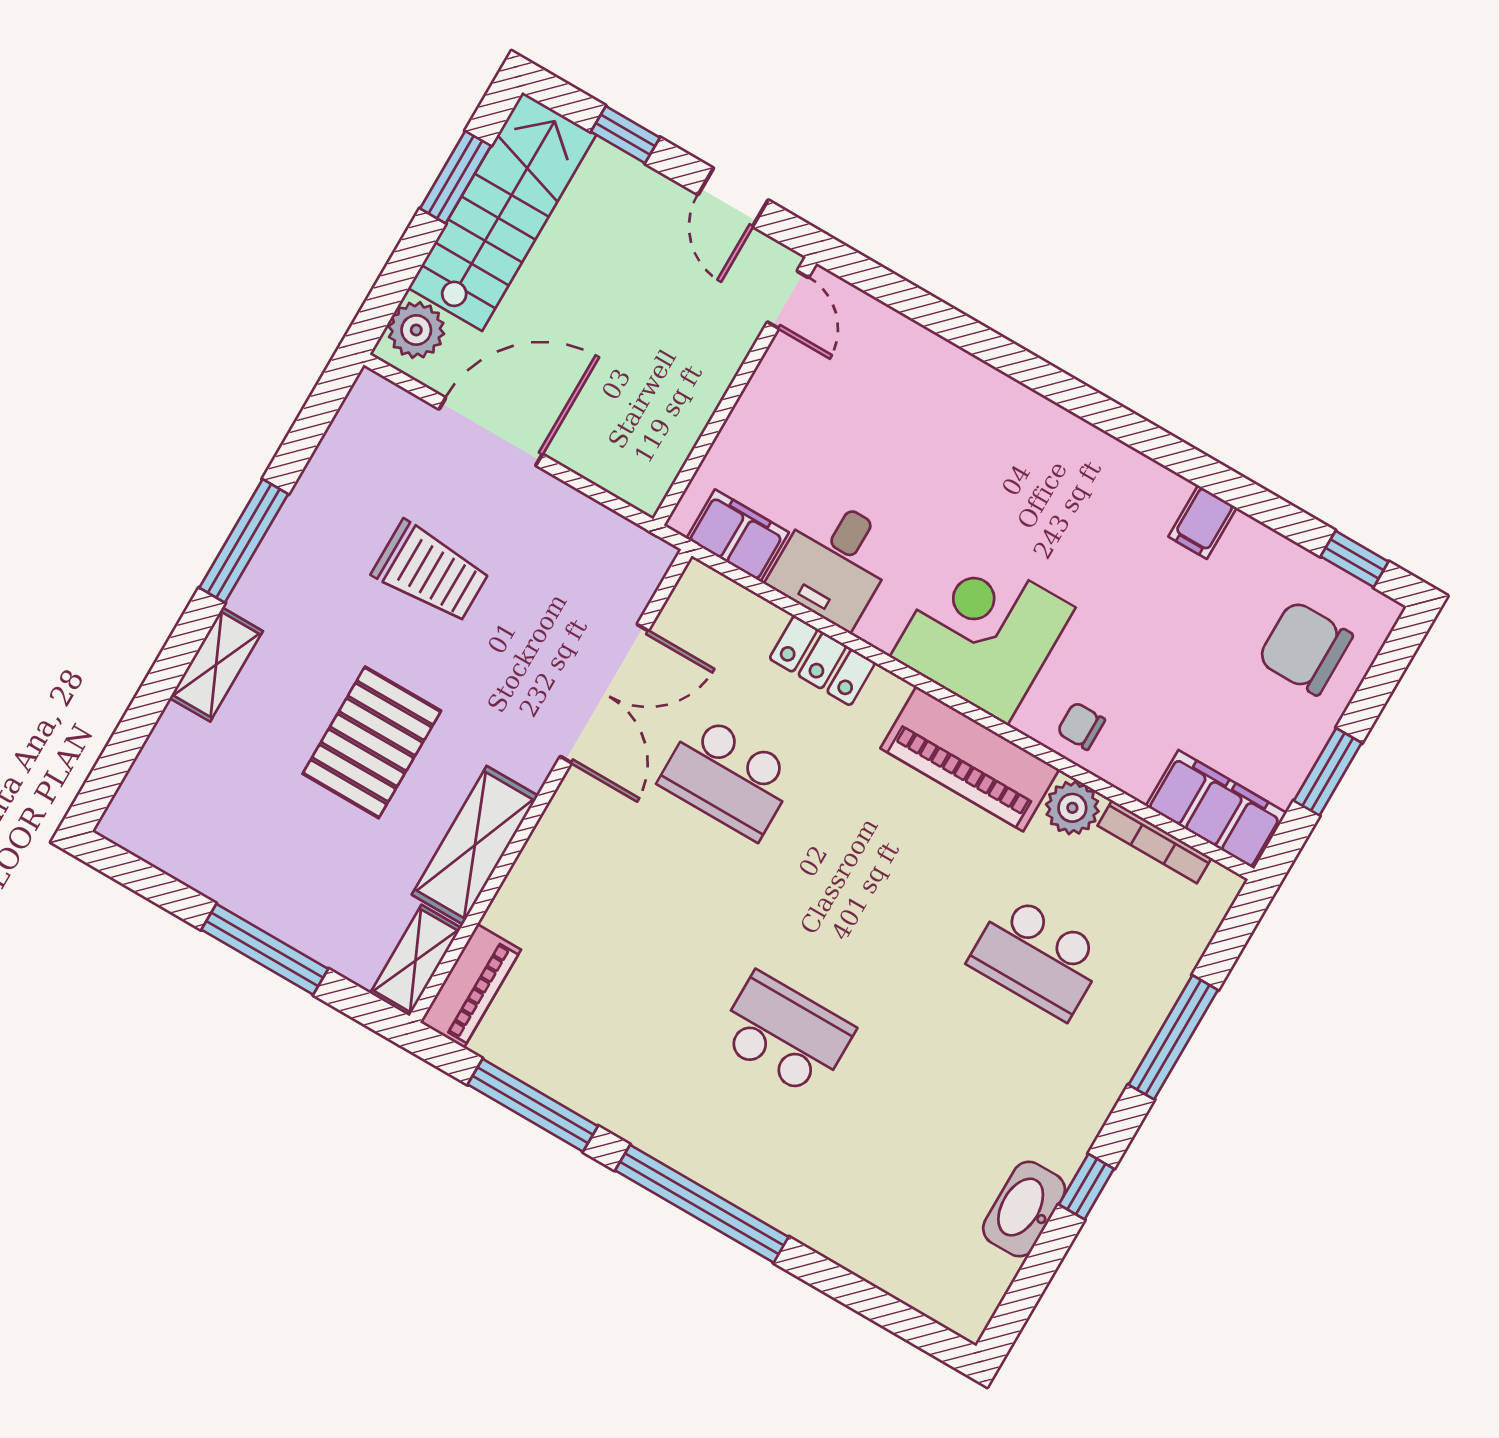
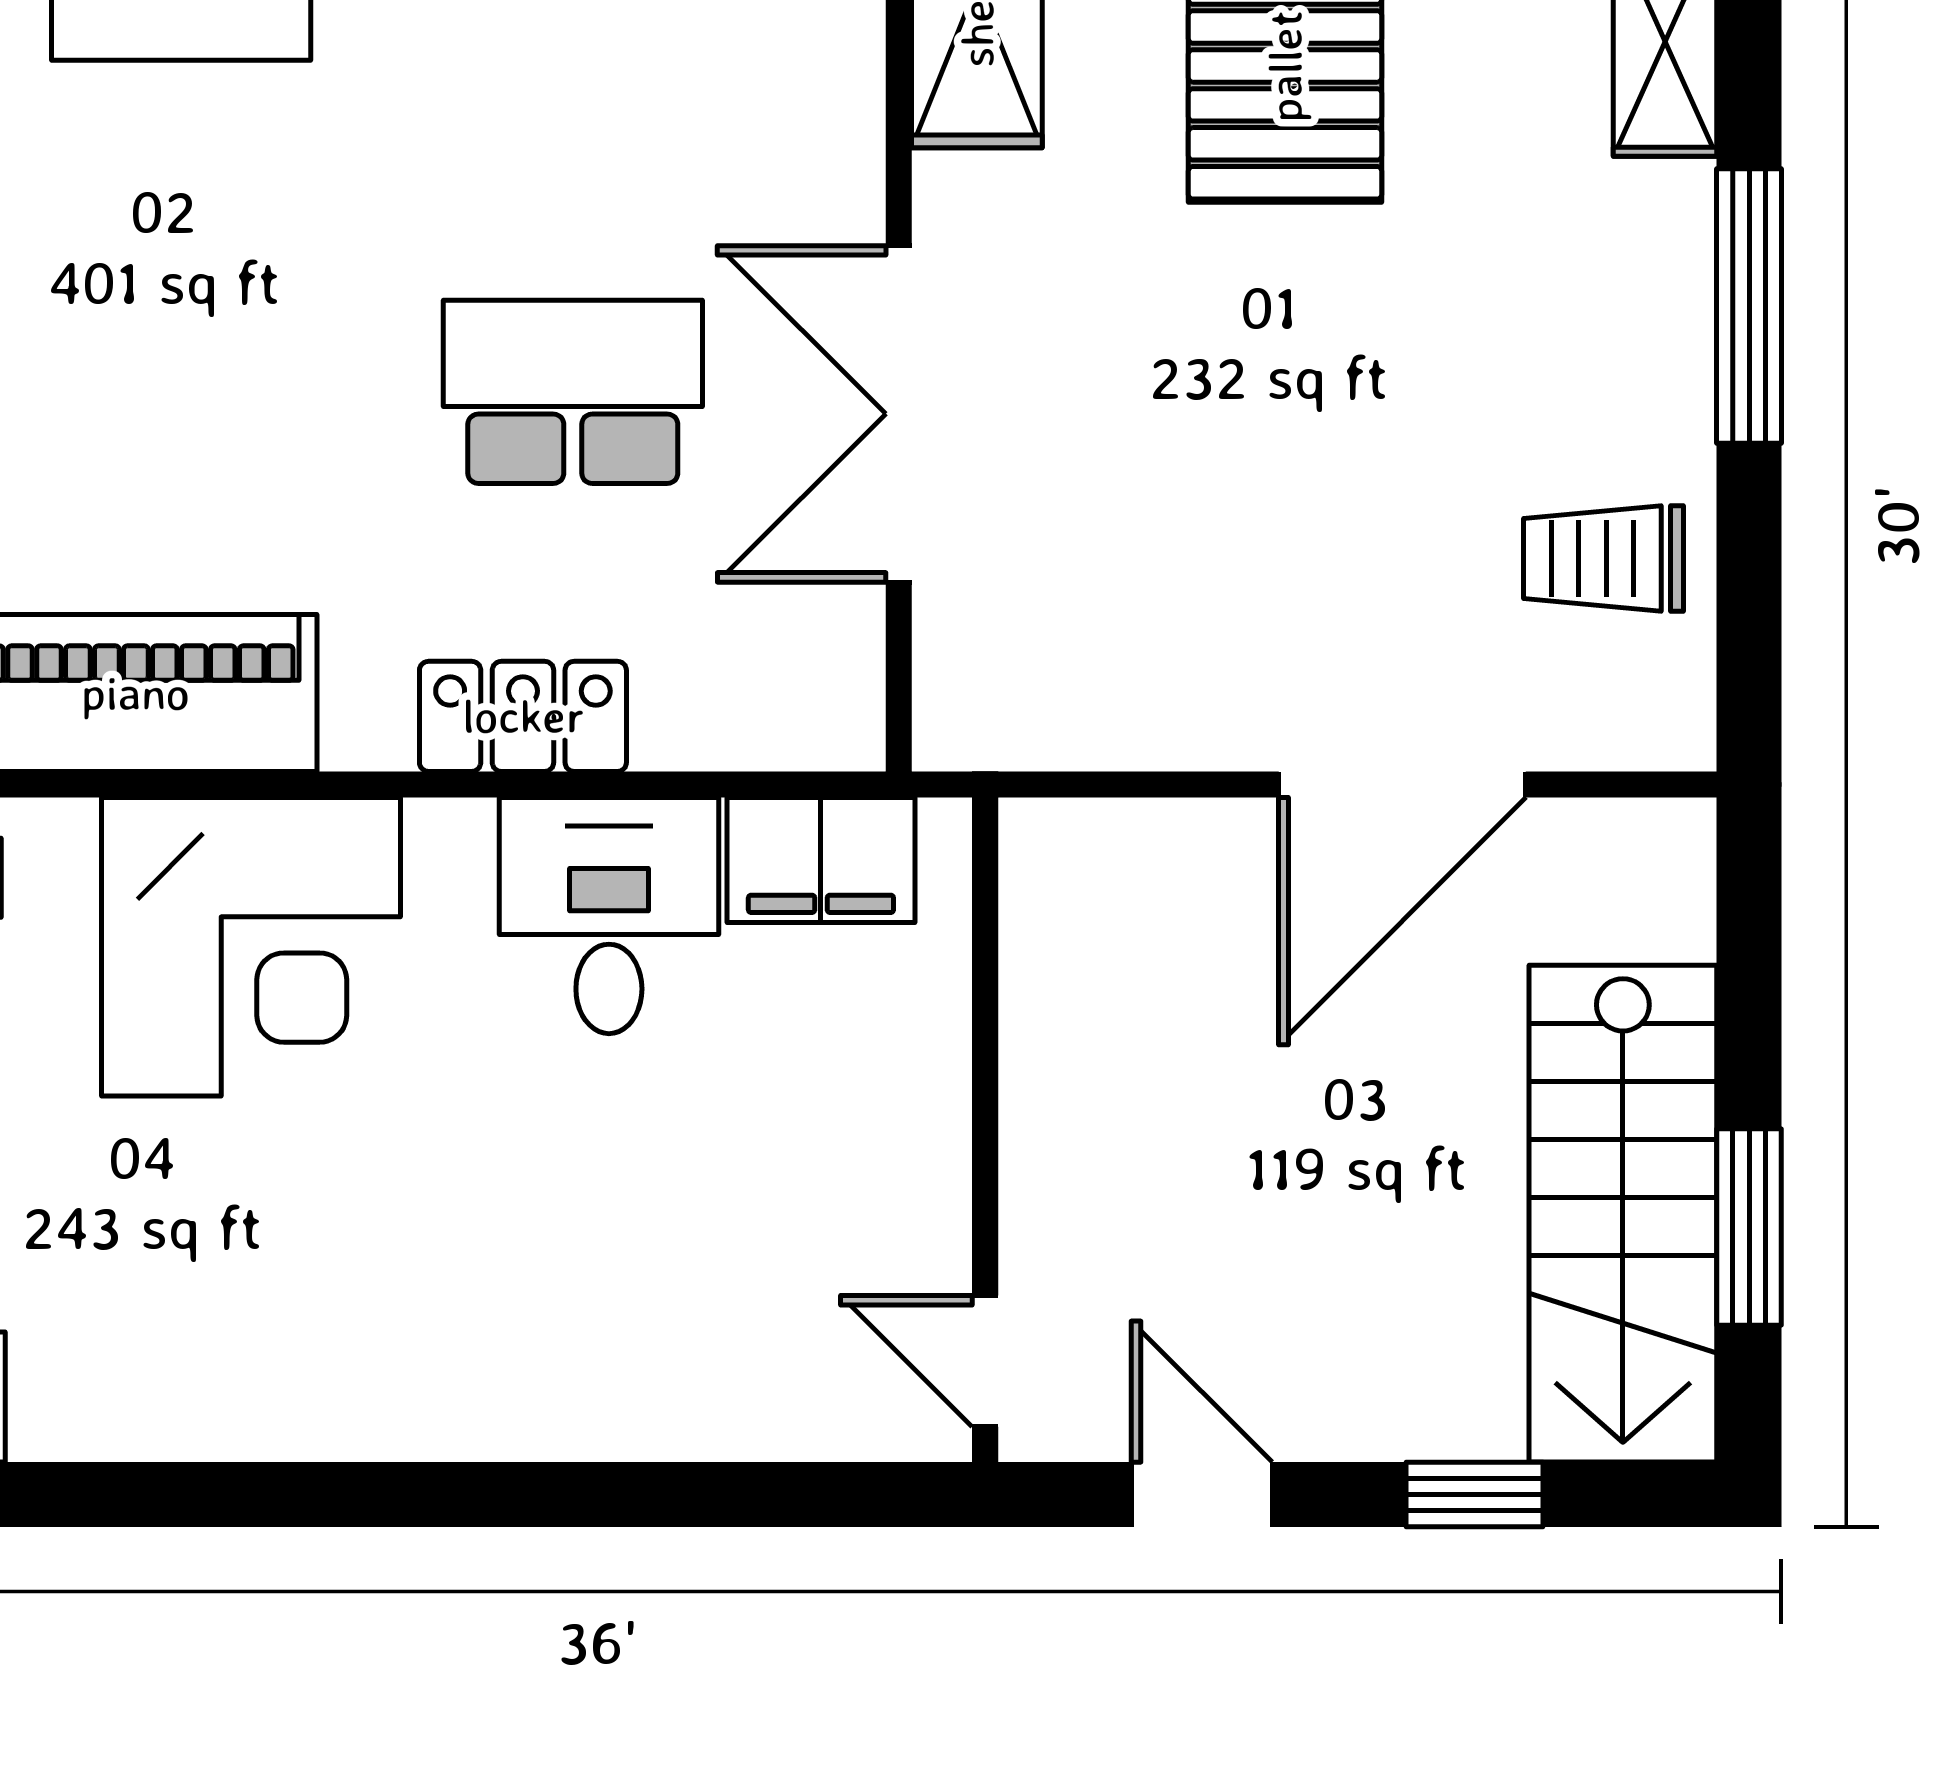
plant: (416, 330) -> (1655, 895), removed
trolley: (431, 572) -> (1604, 559), moved, width x0.73, depth x0.72

